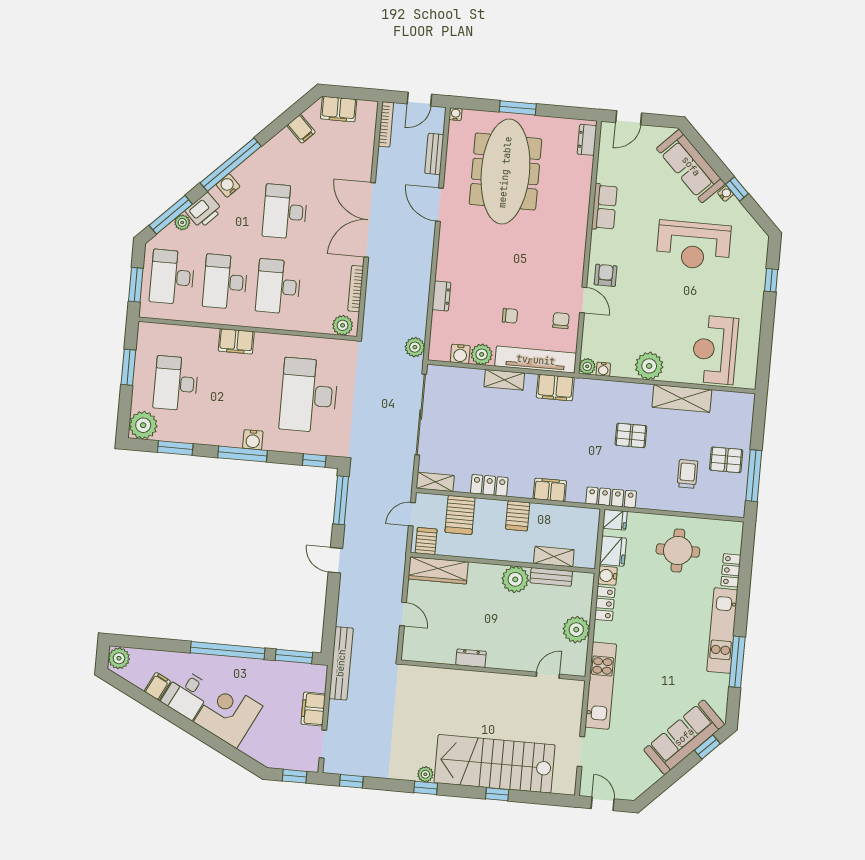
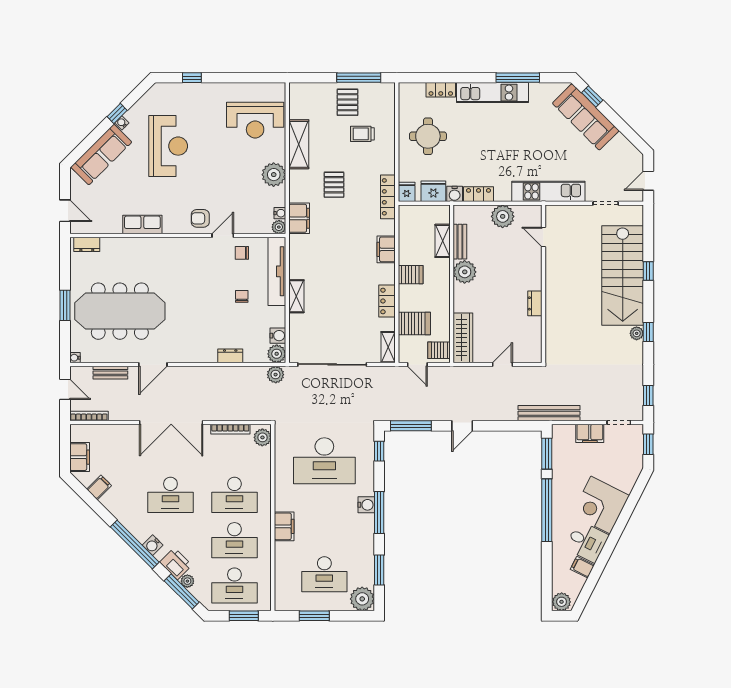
plant: (482, 354) -> (277, 354), moved
filing cabinet: (555, 388) -> (299, 218), moved

